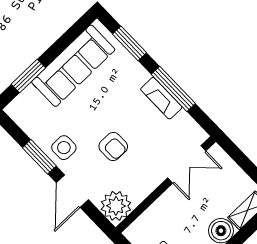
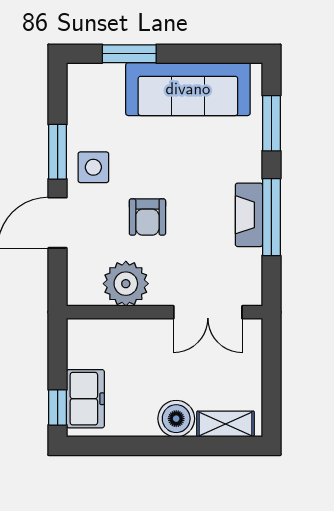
plant: (116, 206) -> (126, 284), moved

